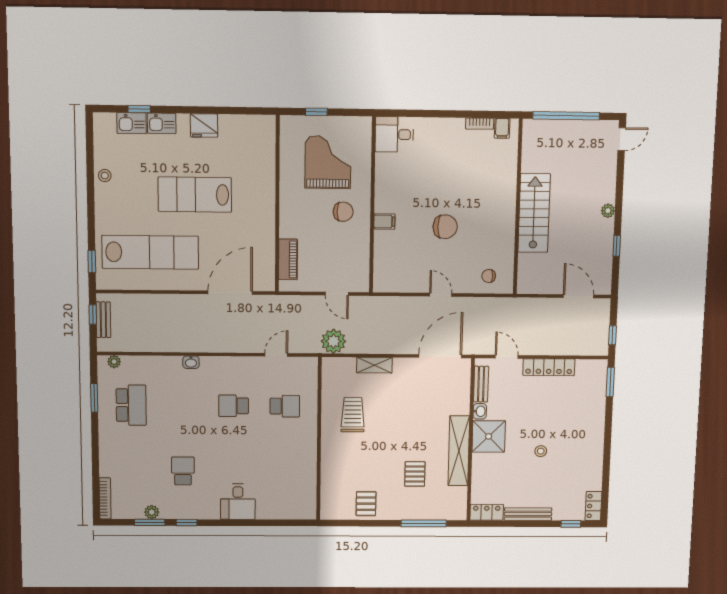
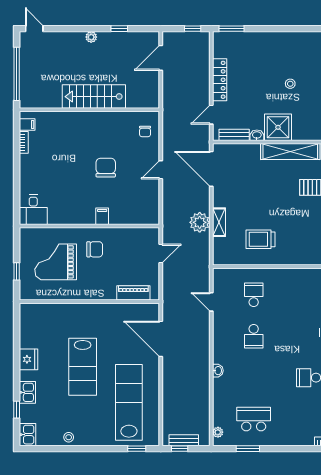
kitchen sink: (132, 123) -> (28, 435), moved
chair: (343, 212) -> (95, 249), turned 90
plant: (333, 341) -> (200, 222), moved

